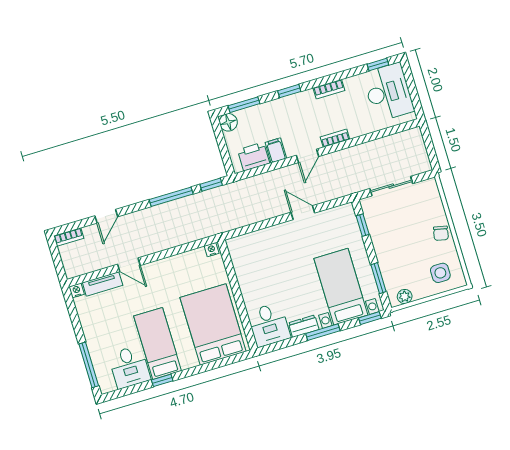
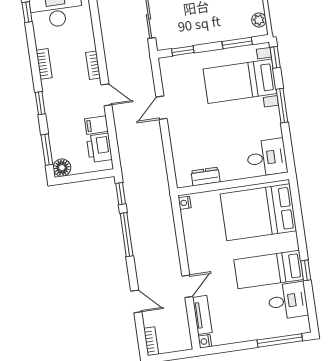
dresser: (304, 326) -> (206, 176), moved, turned 90

